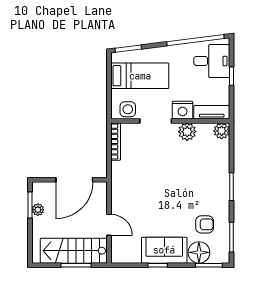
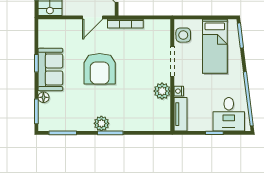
nightstand: (183, 110) -> (179, 91), width x0.53, depth x0.56
plant: (222, 131) -> (101, 123), moved
bookcase: (116, 142) -> (125, 24), moved
armchair: (205, 224) -> (100, 69), moved, width x1.88, depth x1.88
door: (109, 225) -> (93, 17), moved
floor lamp: (199, 252) -> (43, 97), width x0.53, depth x0.53

